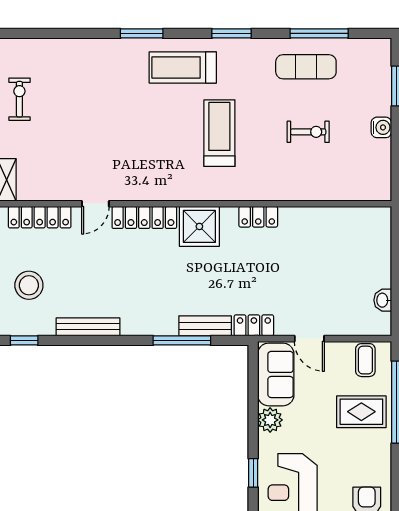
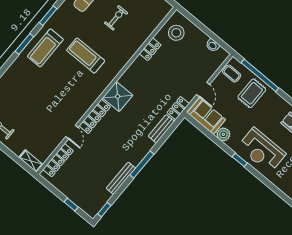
window: (142, 33) -> (24, 44), moved
locker: (258, 217) -> (150, 49), moved
stool: (29, 285) -> (176, 33), moved
door: (309, 339) -> (203, 90), hinge flipped
window: (182, 340) -> (142, 164), moved

